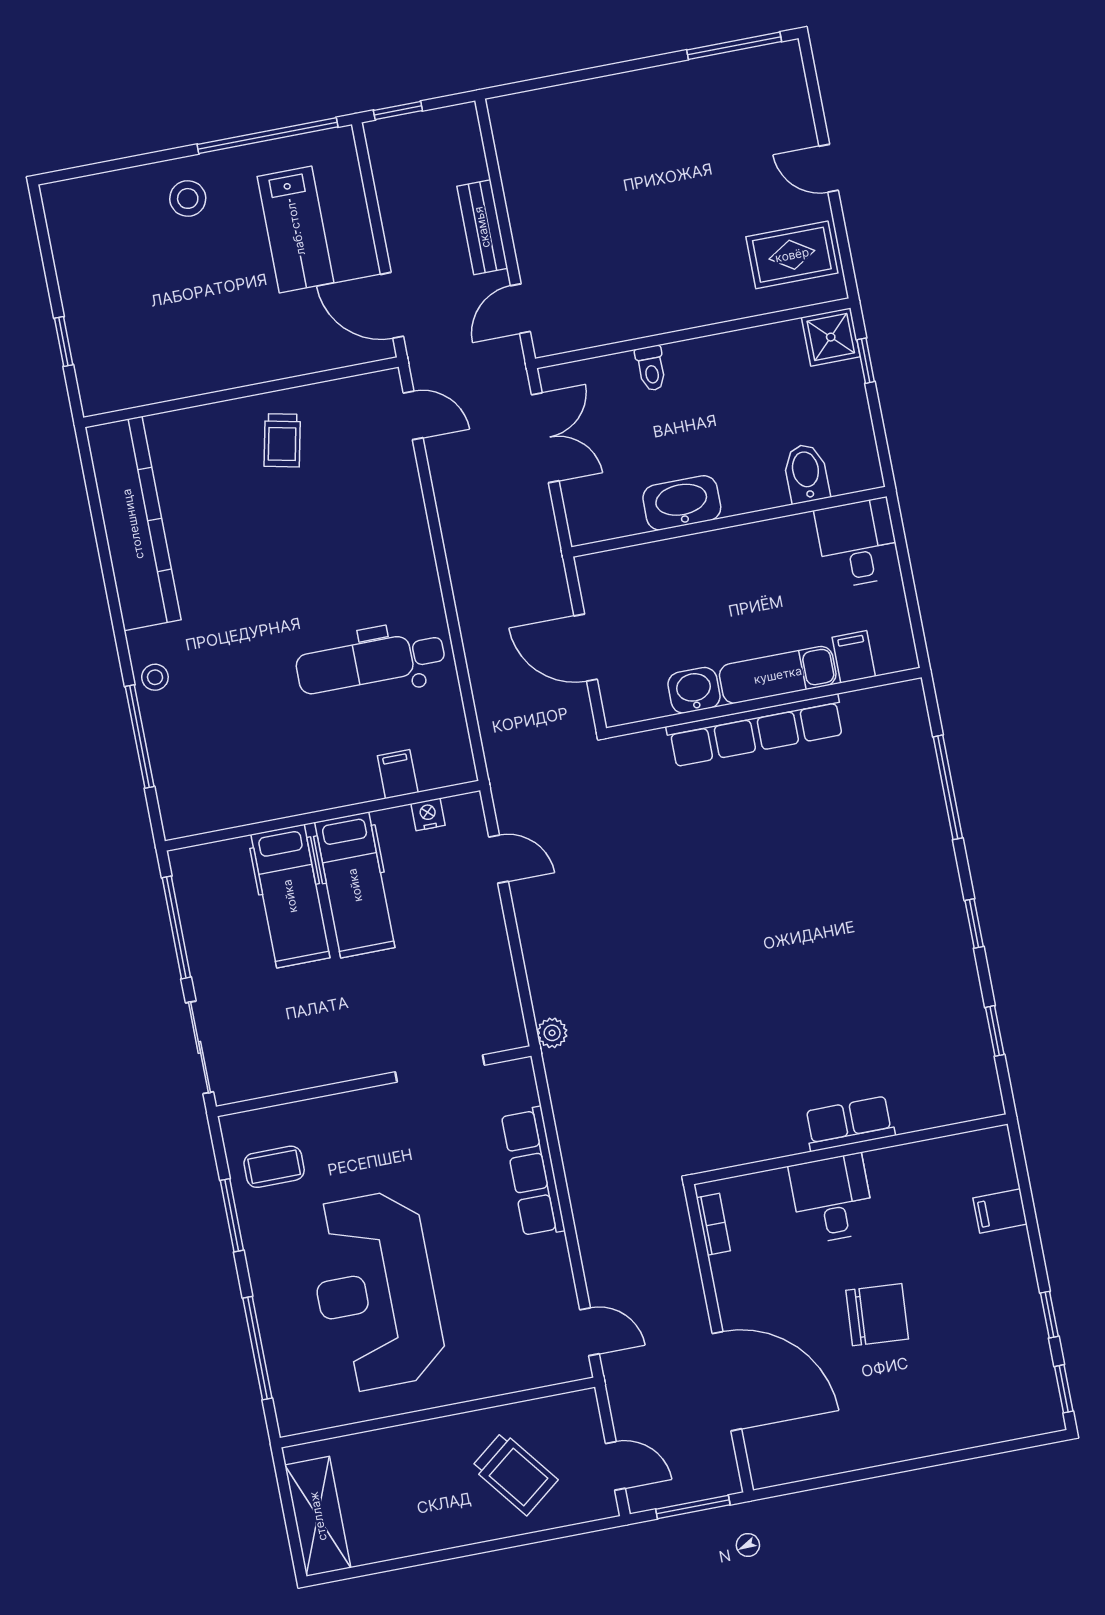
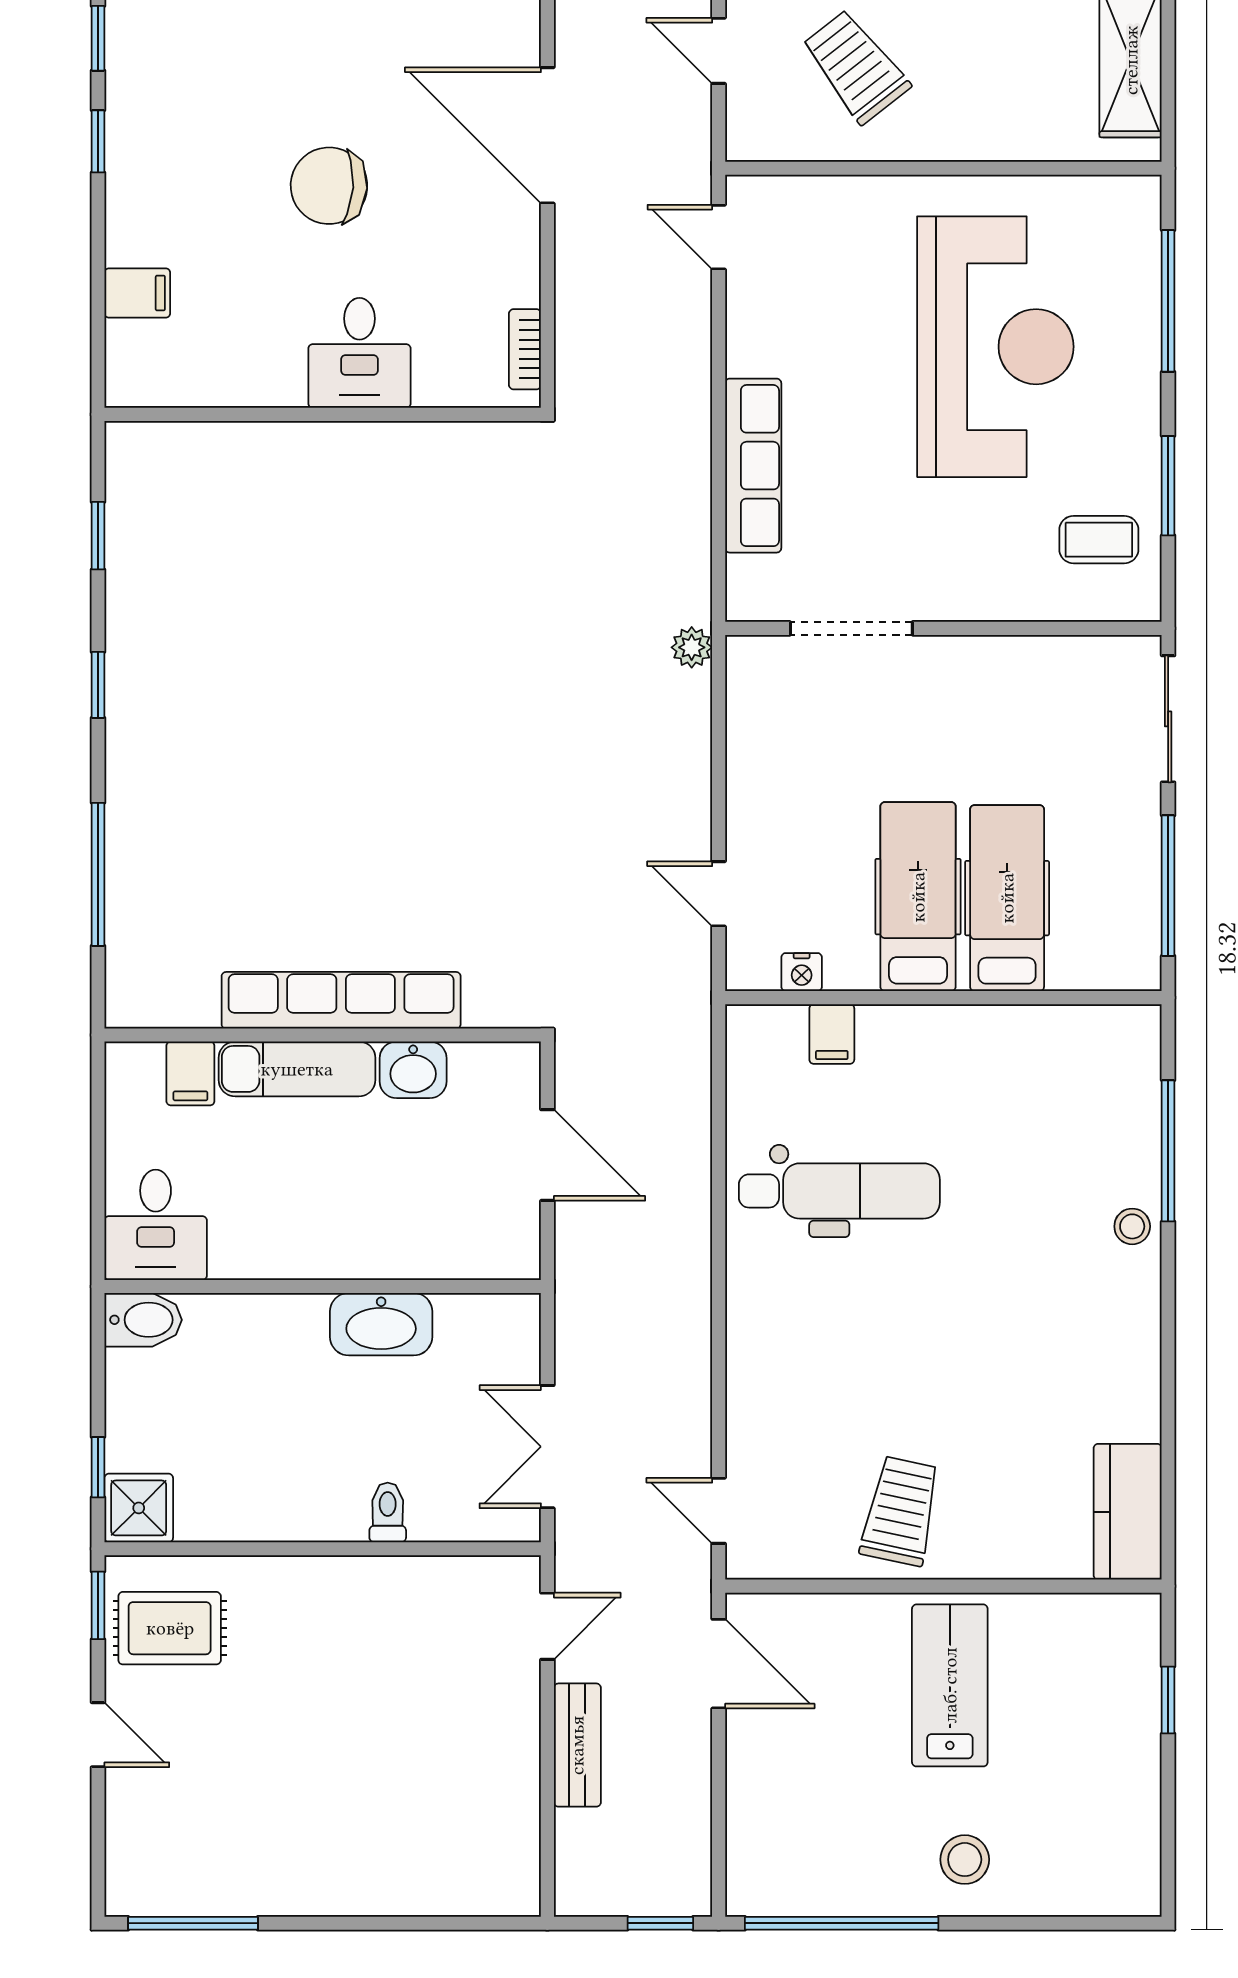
lab bench: (296, 229) -> (950, 1685), moved
window: (847, 261) -> (98, 1605), added
trolley: (282, 440) -> (901, 1511), width x1.36, depth x1.39
bidet: (806, 473) -> (143, 1320), moved, turned -90
kitchen counter: (133, 524) -> (1128, 1512), width x0.48, depth x0.86
row of seats: (849, 1124) -> (317, 449), removed

